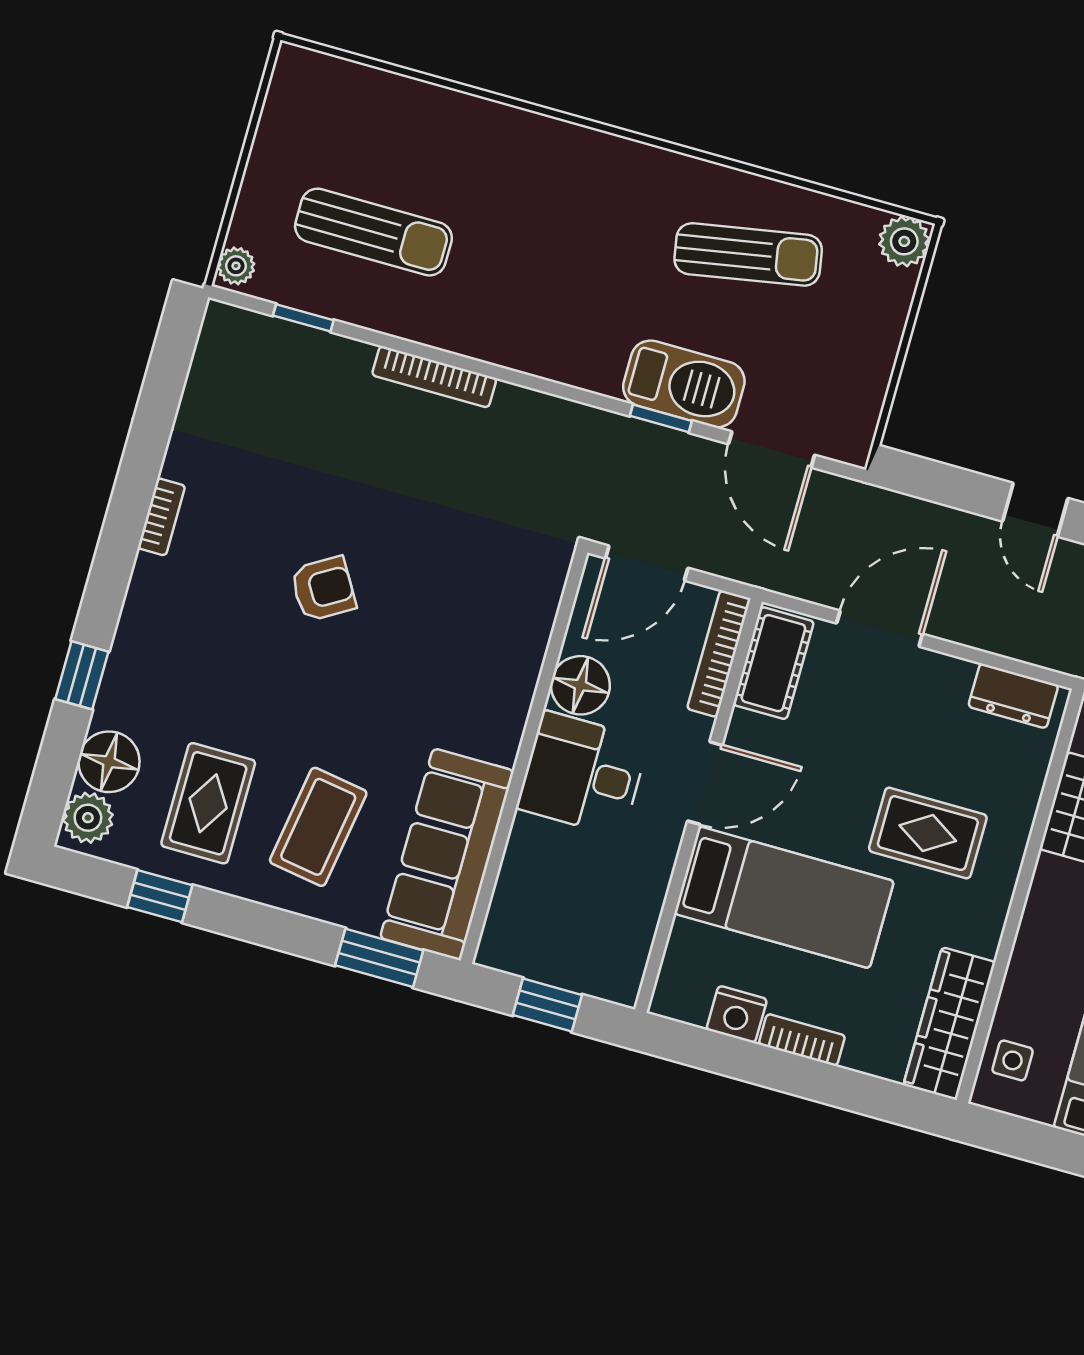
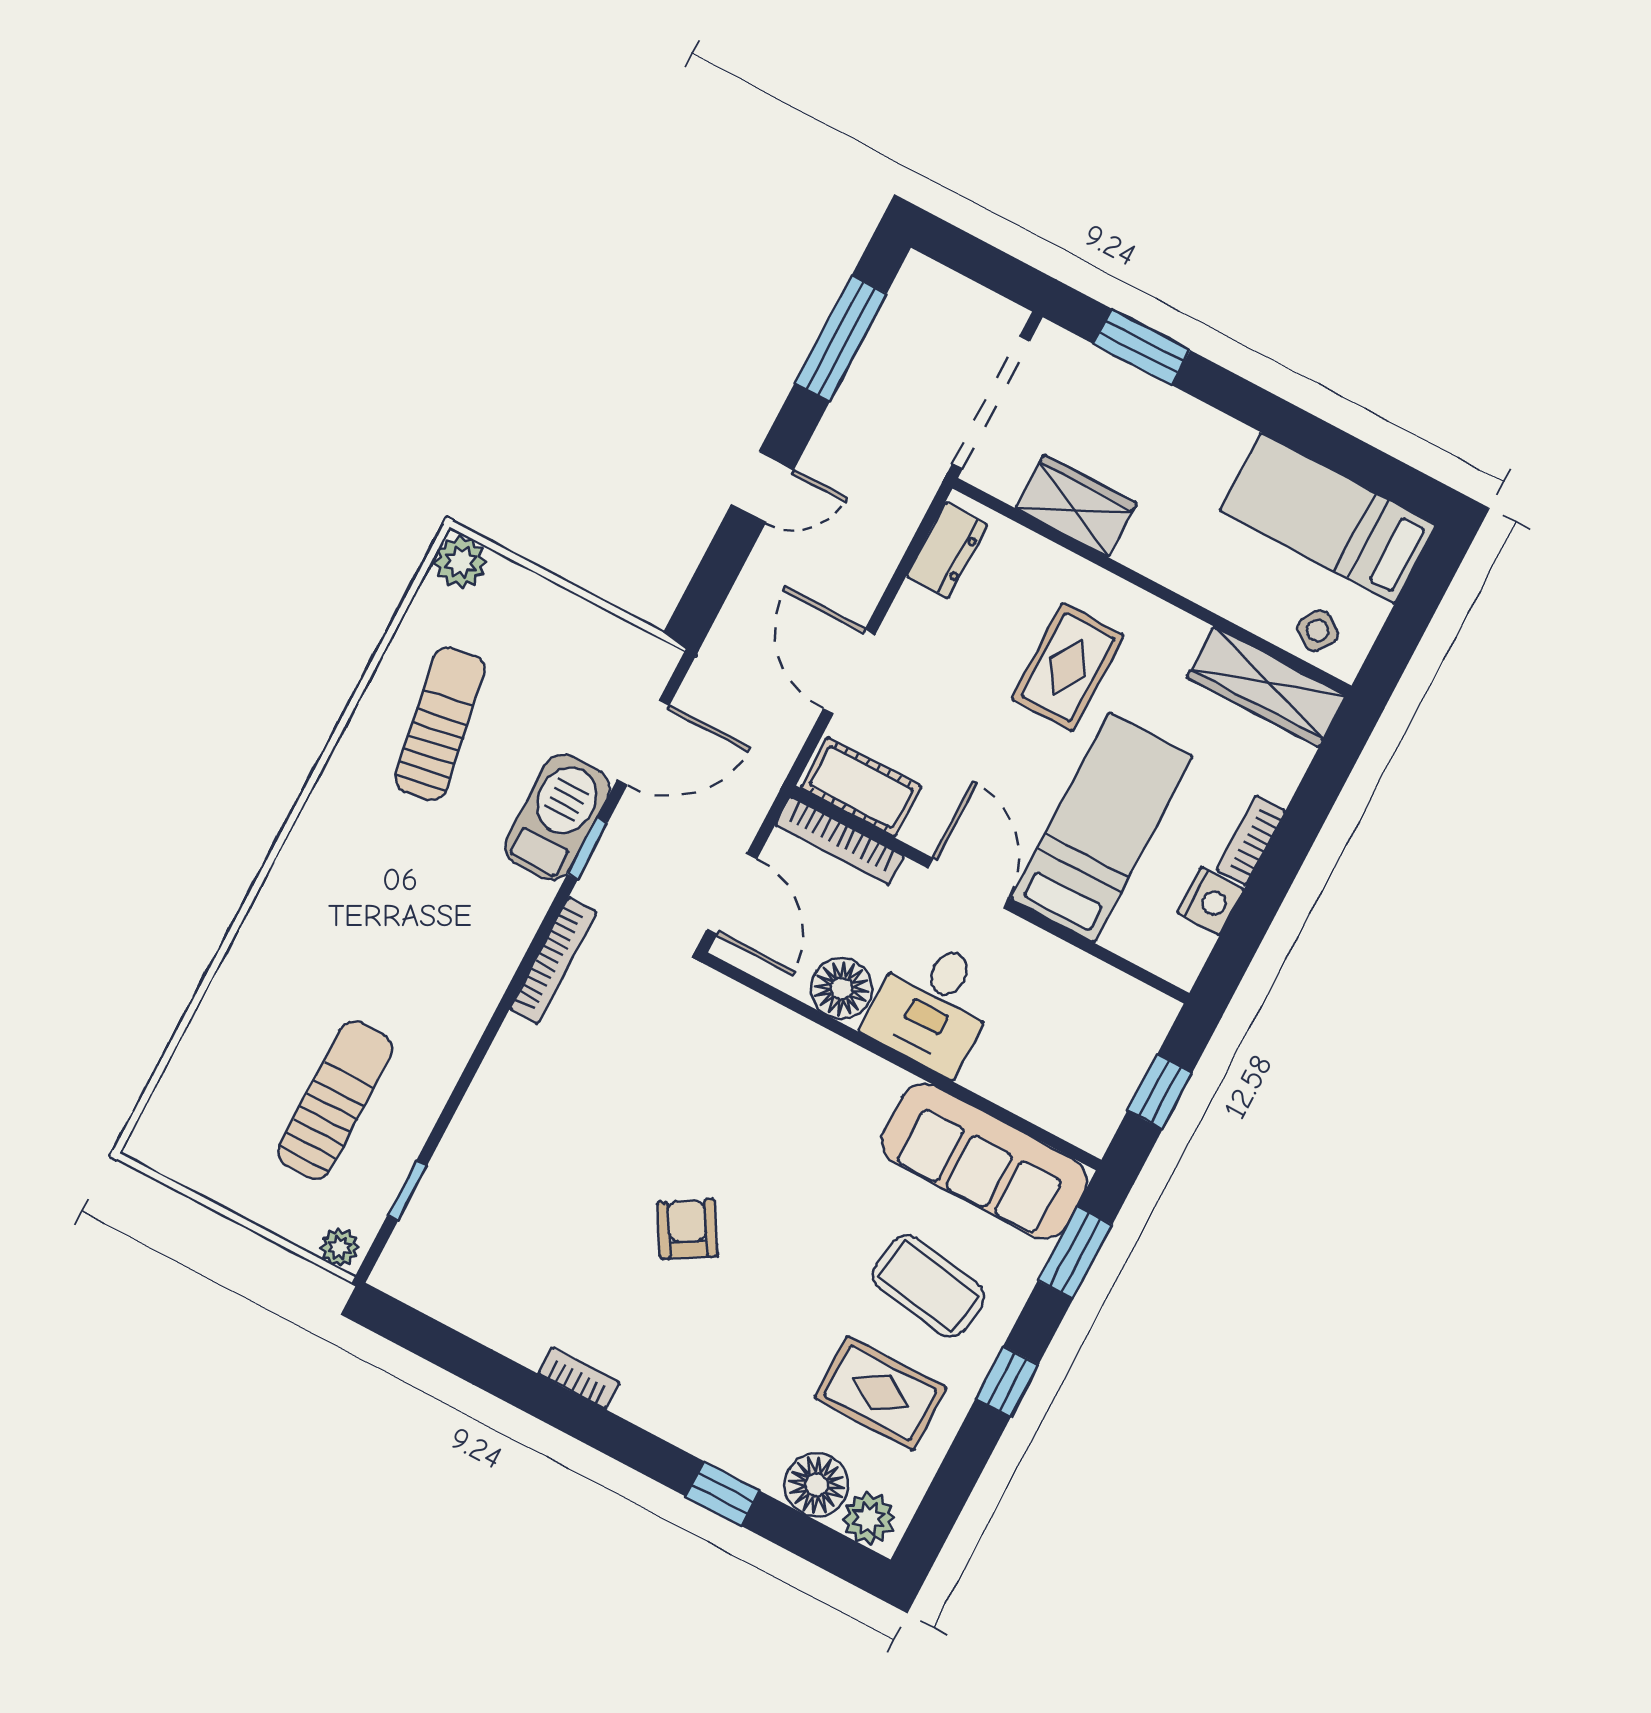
bookcase: (434, 377) -> (553, 961), moved
window: (160, 896) -> (1007, 1382), moved
side table: (1013, 1060) -> (1318, 631), turned 34

